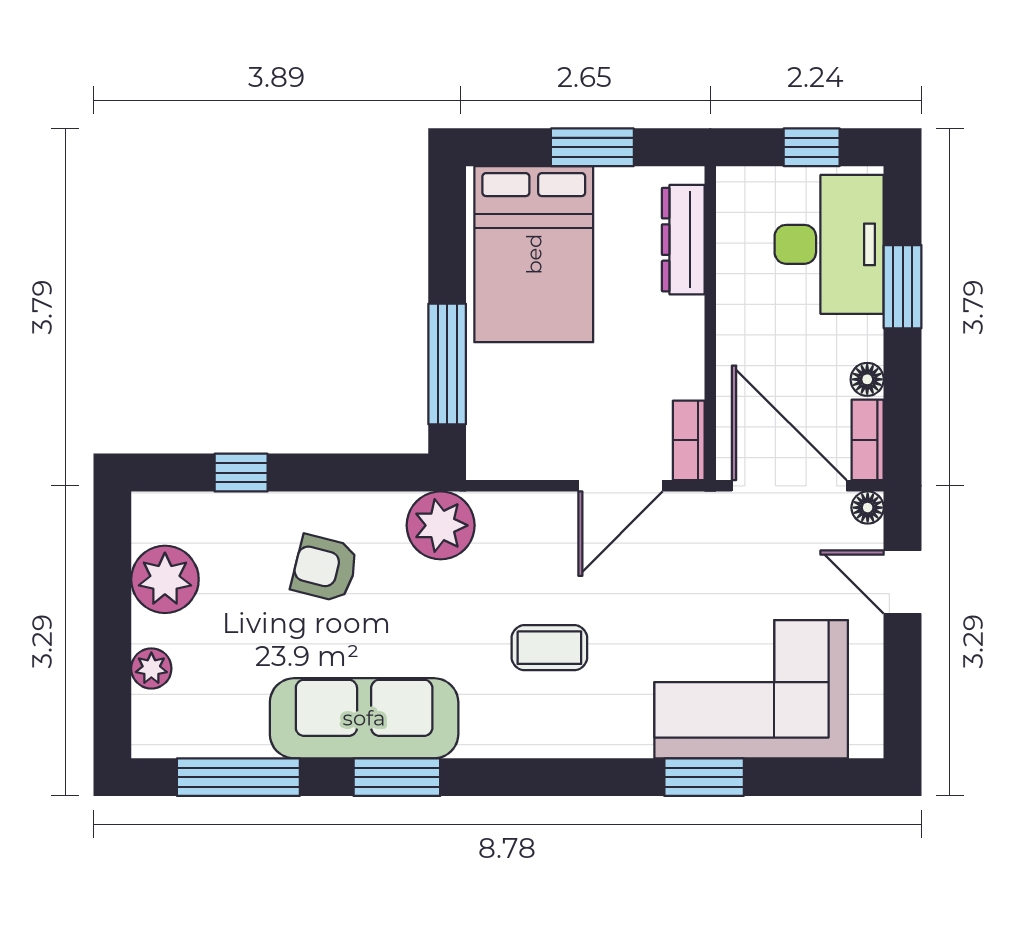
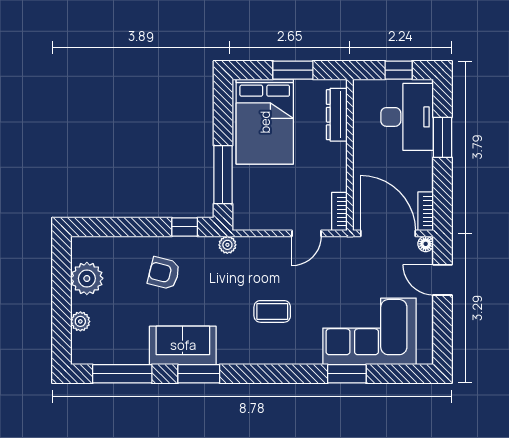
floor lamp: (867, 379) -> (425, 182), removed
window: (241, 473) -> (185, 227), moved
door: (620, 486) -> (307, 233), width x0.73
plant: (441, 525) -> (227, 245), width x0.53, depth x0.53
sofa: (364, 718) -> (183, 345), width x0.73

